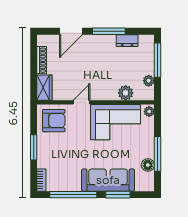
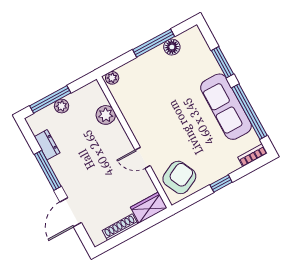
door: (71, 31) -> (71, 212), swing flipped
plant: (149, 81) -> (61, 106), moved
armchair: (54, 121) -> (179, 177), turned 64
corner sofa: (116, 122) -> (144, 108), removed
window: (34, 147) -> (221, 183), width x0.67
sofa: (108, 180) -> (226, 107), moved

